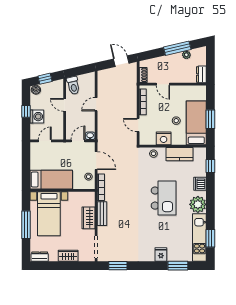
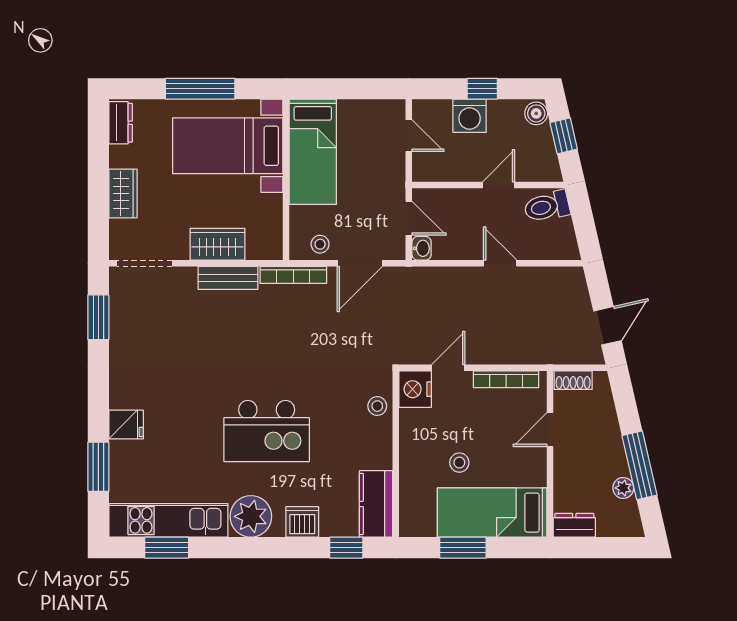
bed: (196, 123) -> (492, 513), moved, turned 180
nightstand: (164, 138) -> (415, 389), moved
kitchen counter: (180, 154) -> (376, 504), moved

